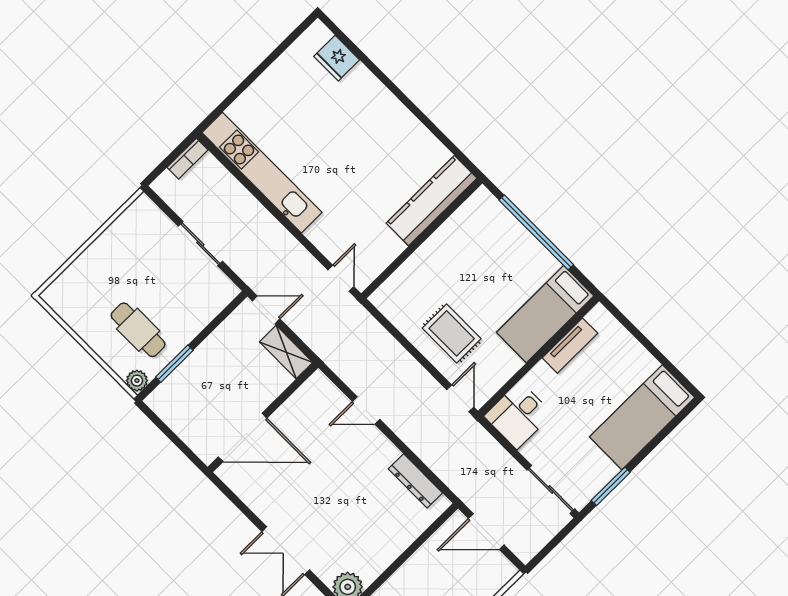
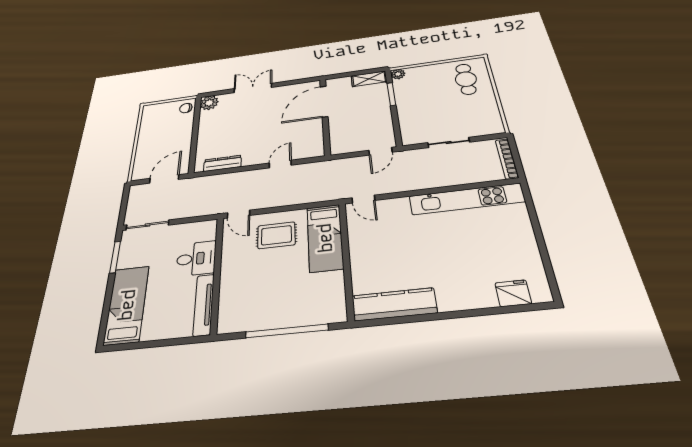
bookcase: (188, 159) -> (507, 159), width x1.56
kitchen counter: (432, 201) -> (394, 304), moved, turned -90
bed: (545, 314) -> (325, 238), moved, turned 180
cafe table: (138, 330) -> (466, 79), moved, turned 90
tv unit: (570, 346) -> (204, 305), width x1.41
shelving: (286, 352) -> (369, 79), moved
desk: (518, 415) -> (196, 259), moved, turned 90

